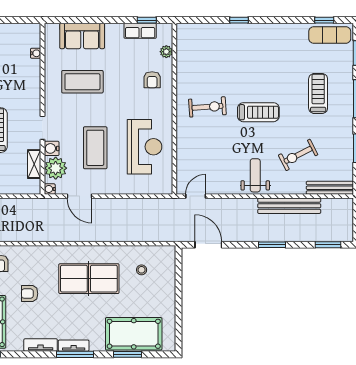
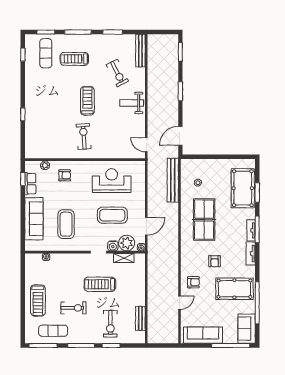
exercise mat: (330, 35) -> (46, 53), moved
sofa: (82, 36) -> (34, 219), width x1.36
bench: (289, 206) -> (173, 180), moved

